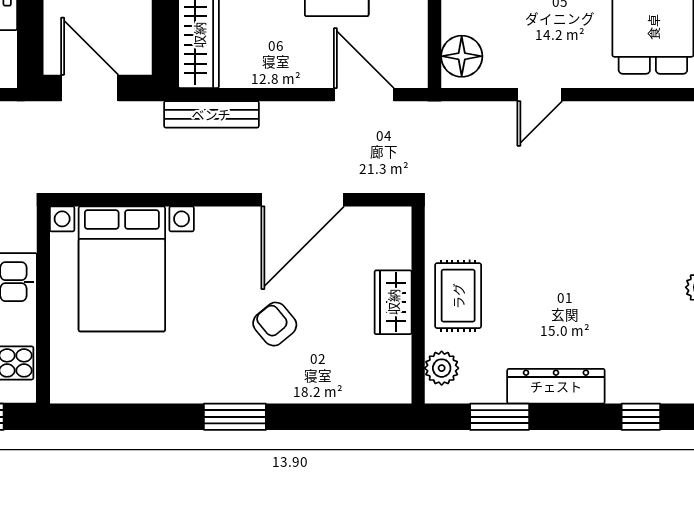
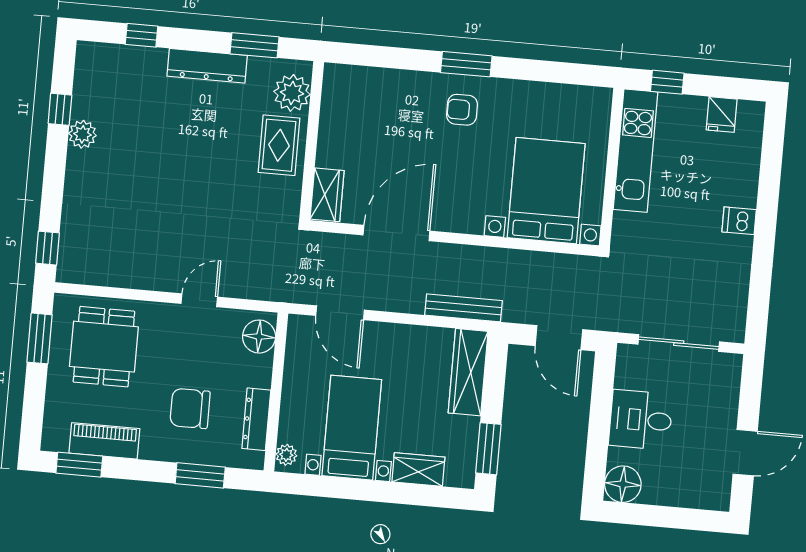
wardrobe: (393, 302) -> (327, 195), moved
armchair: (275, 324) -> (462, 110), moved, turned 130
plant: (442, 368) -> (292, 93), width x1.36, depth x1.36

